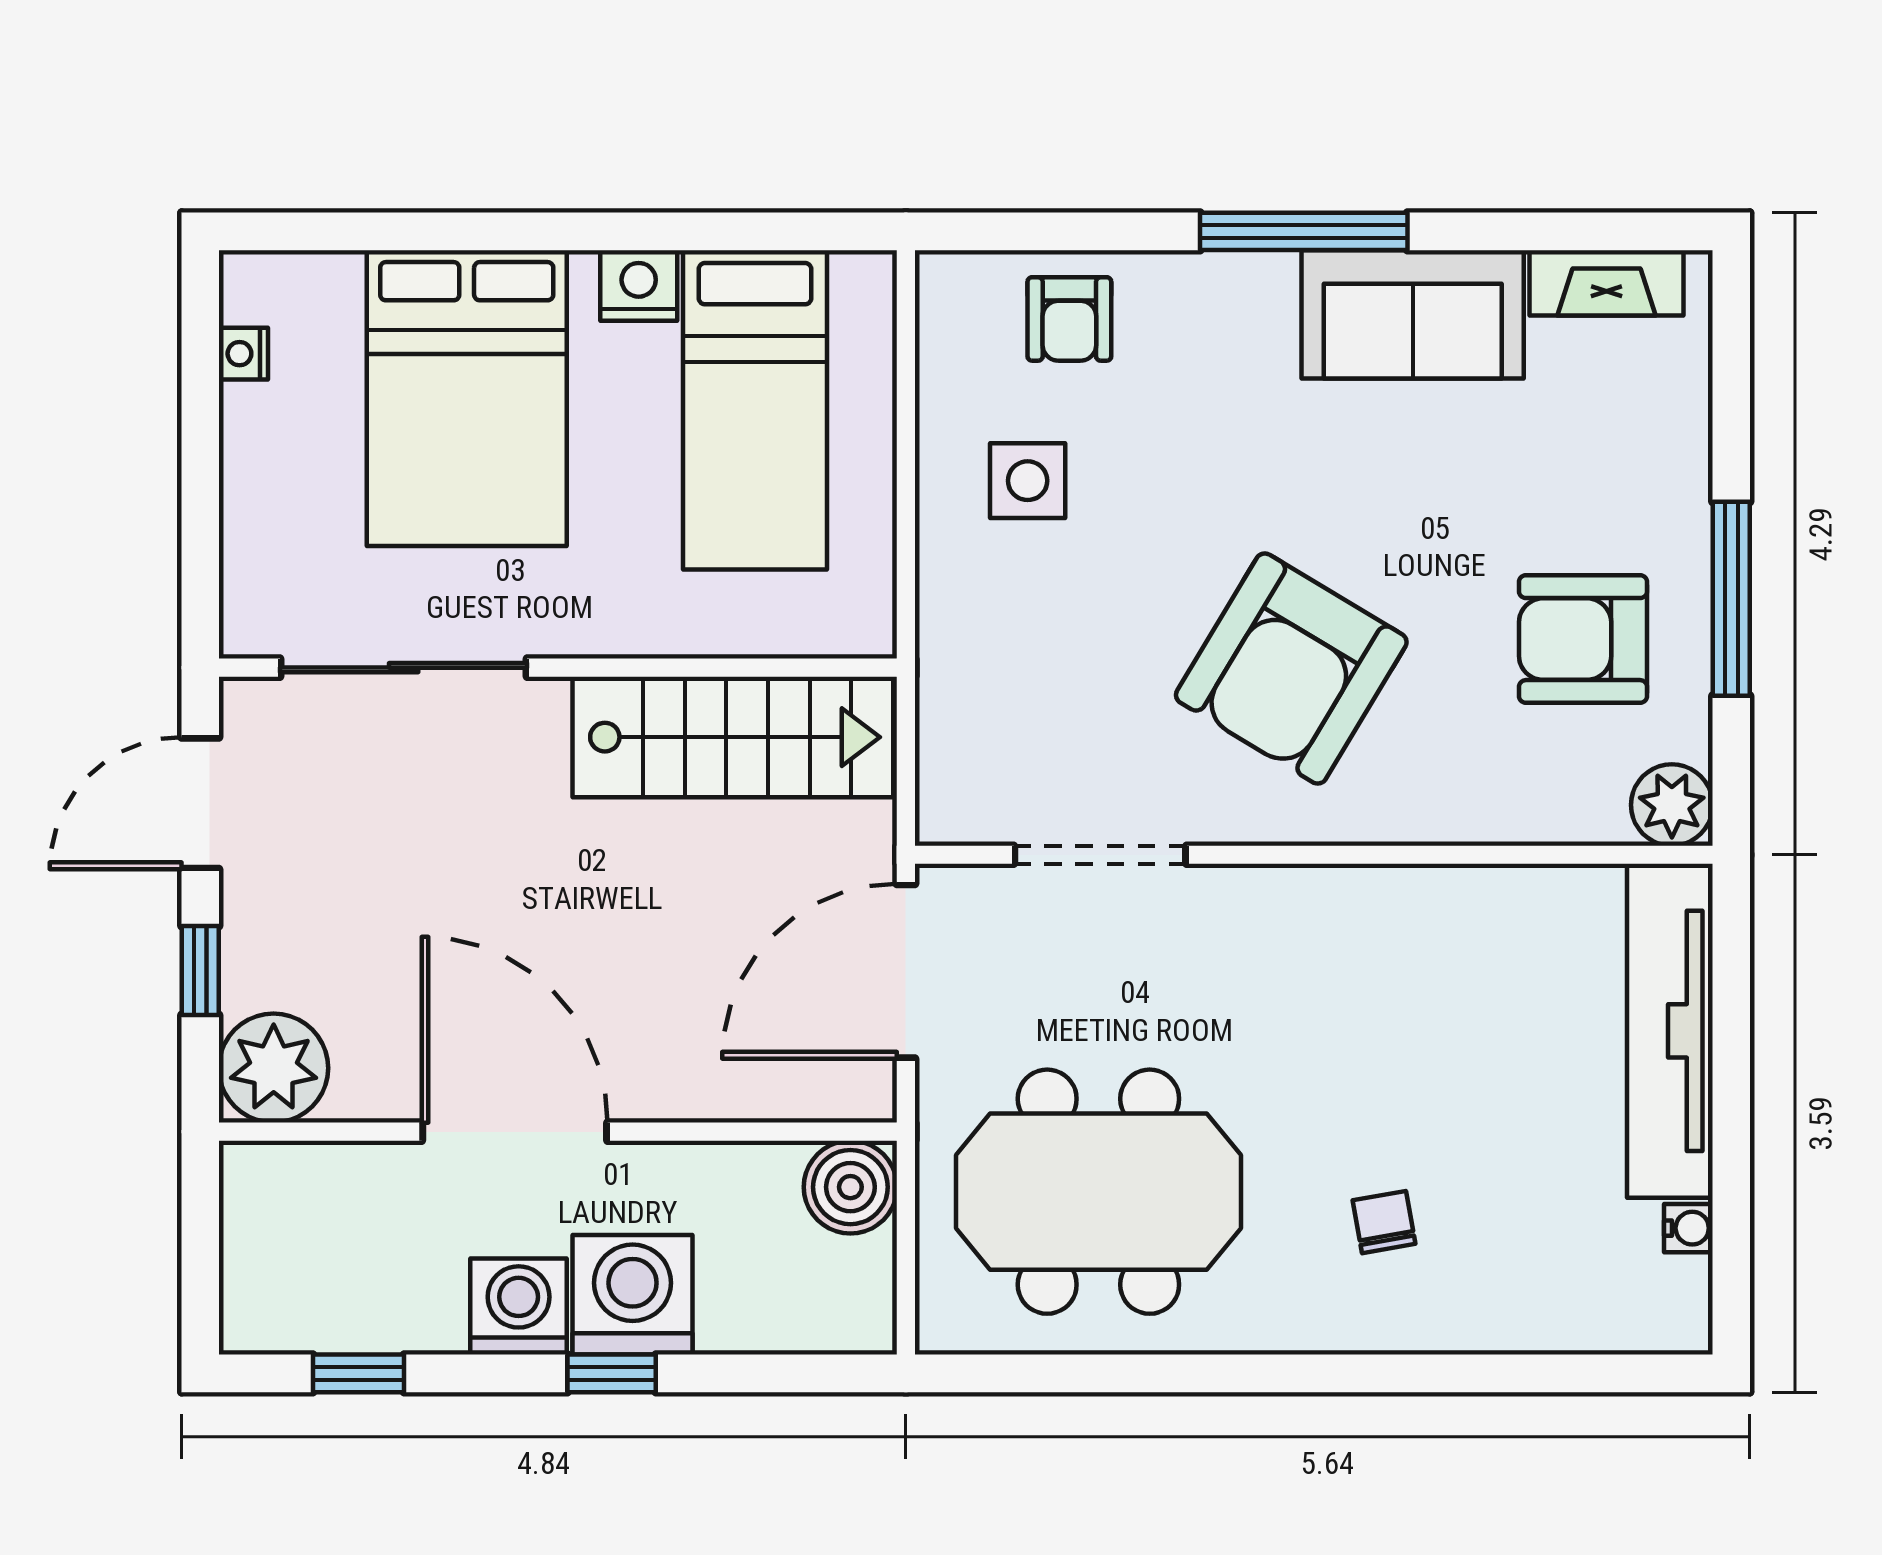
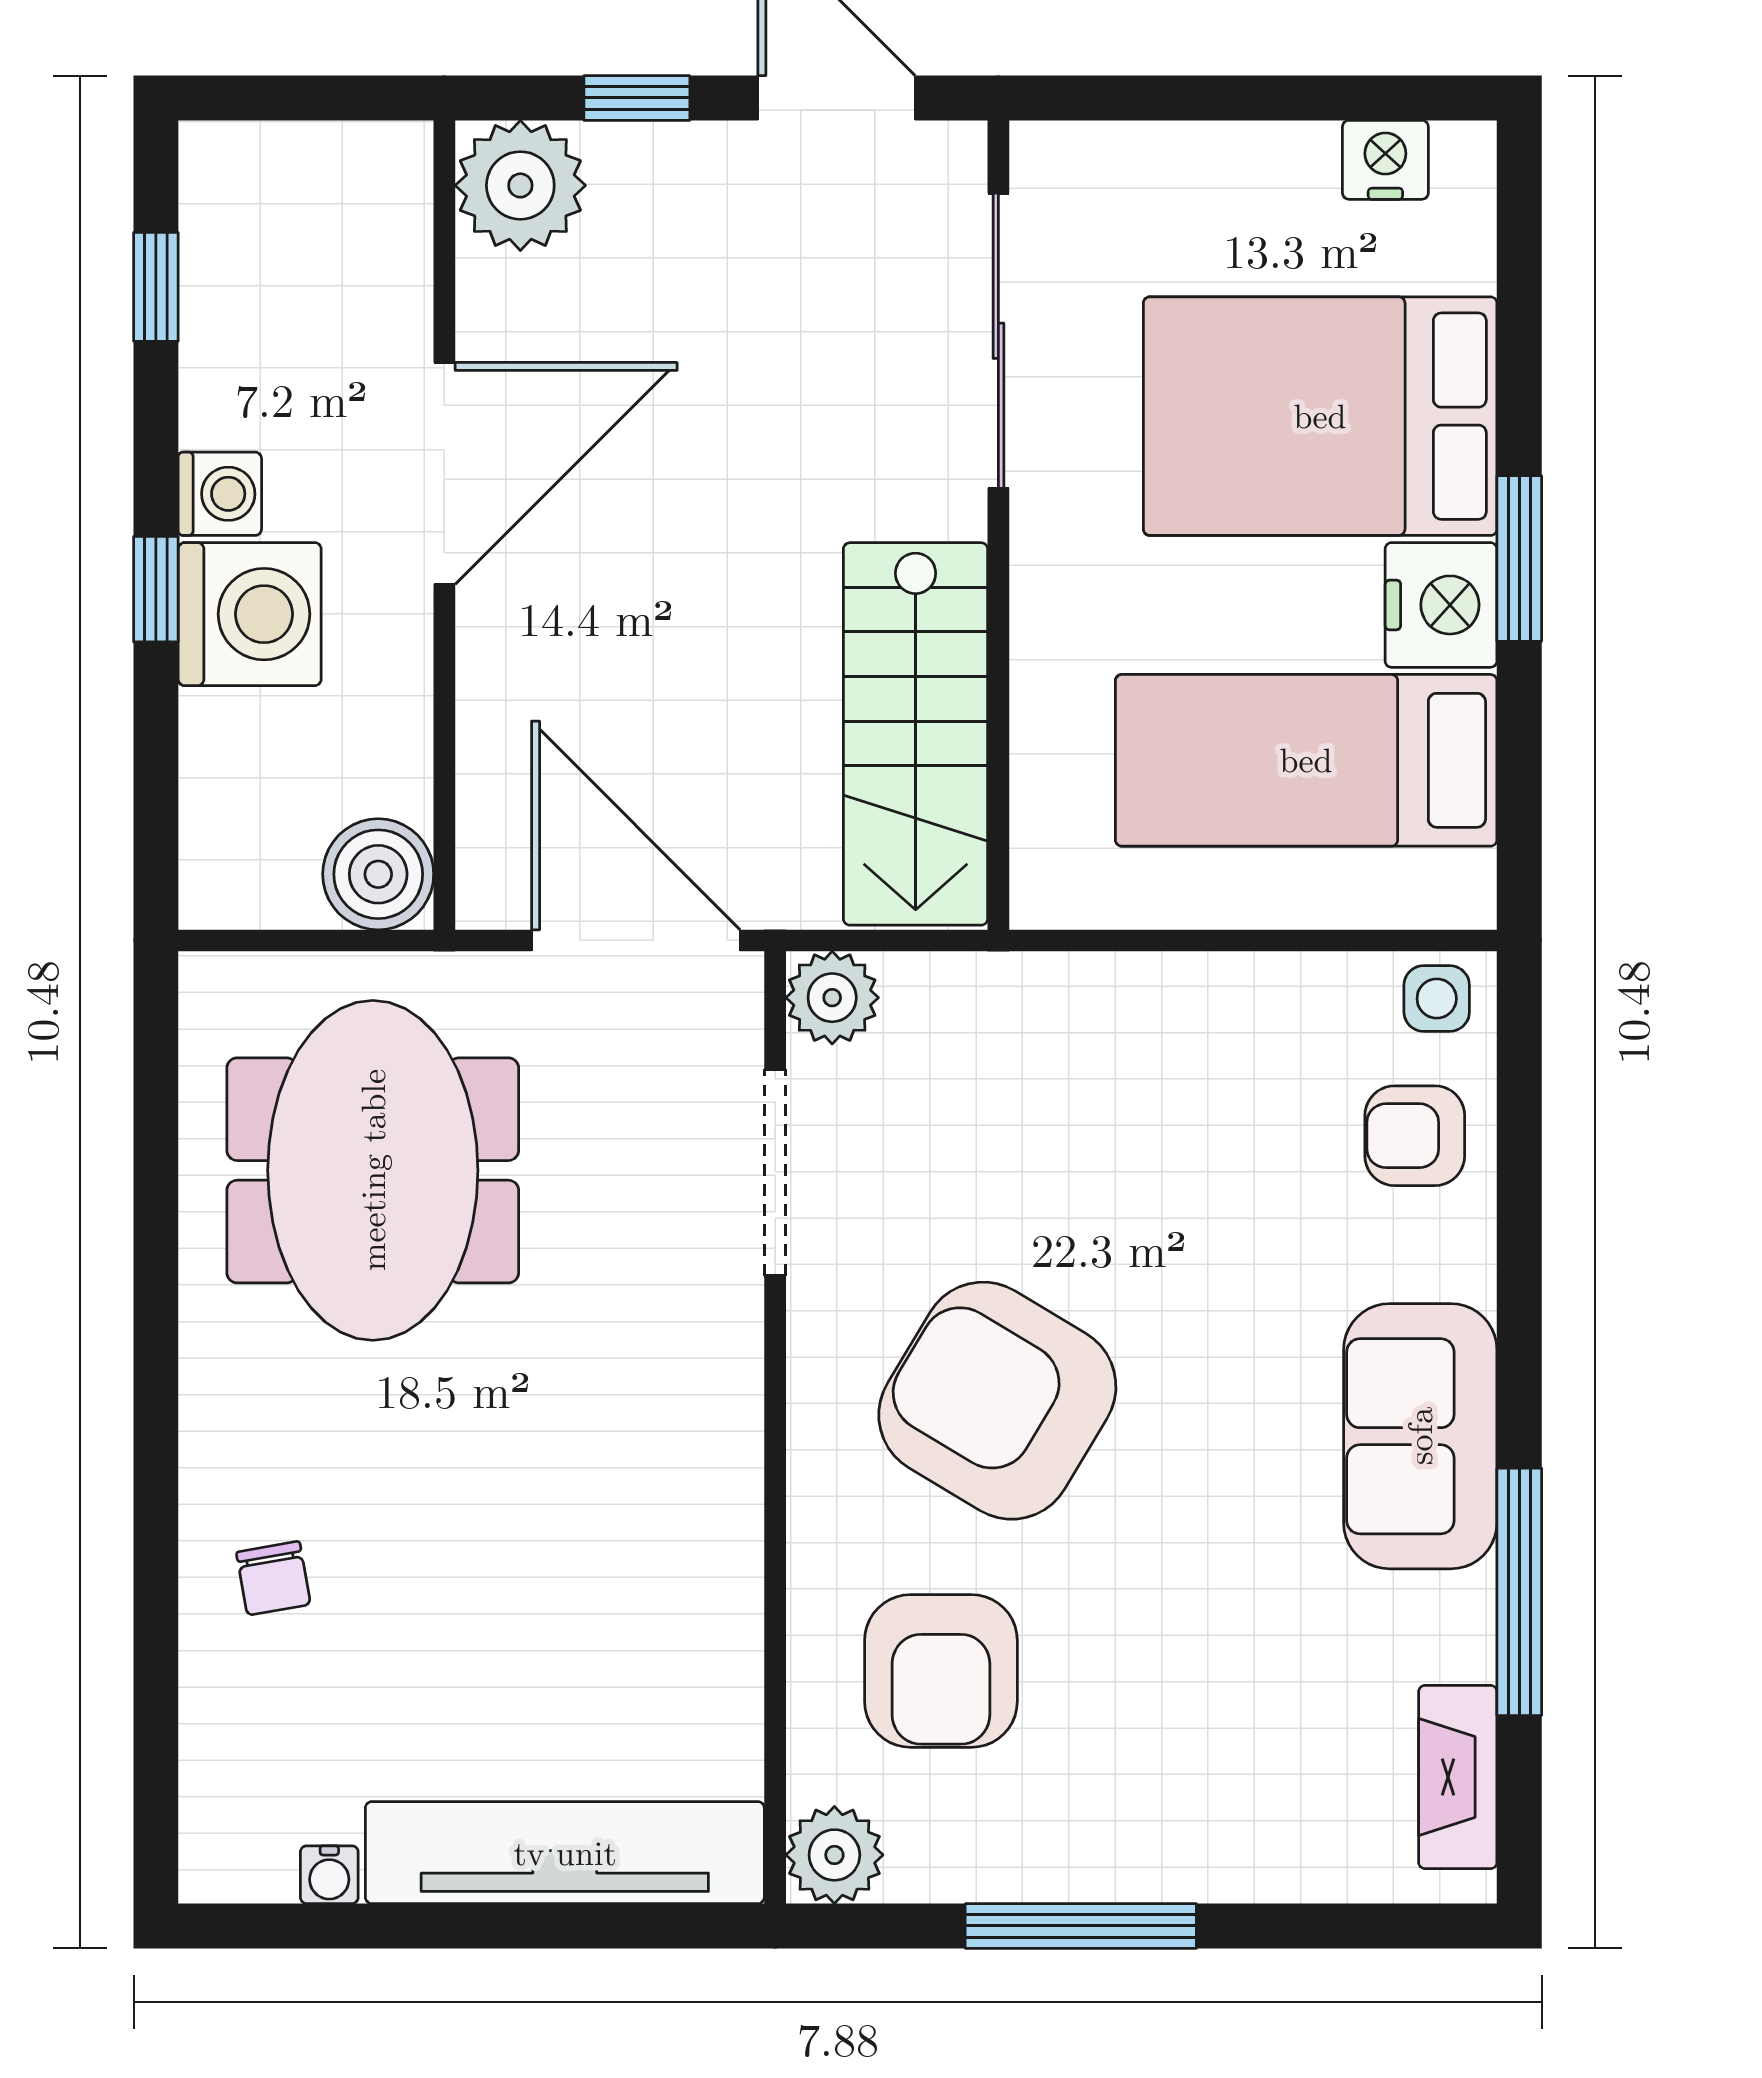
window: (586, 231) -> (1519, 559), added
window: (1304, 231) -> (1519, 1592), moved
nightstand: (639, 285) -> (1441, 605), width x1.36, depth x1.33
sofa: (1413, 314) -> (1420, 1436), moved
nightstand: (243, 354) -> (1385, 160), width x1.39, depth x1.35
side table: (1028, 481) -> (1437, 999), moved, width x0.73, depth x0.73
armchair: (1583, 639) -> (941, 1671), moved, turned 180
plant: (954, 807) -> (832, 998), added
chair: (1384, 1222) -> (273, 1578), moved, turned 90
washing machine: (519, 1307) -> (220, 494), width x0.73, depth x0.73

